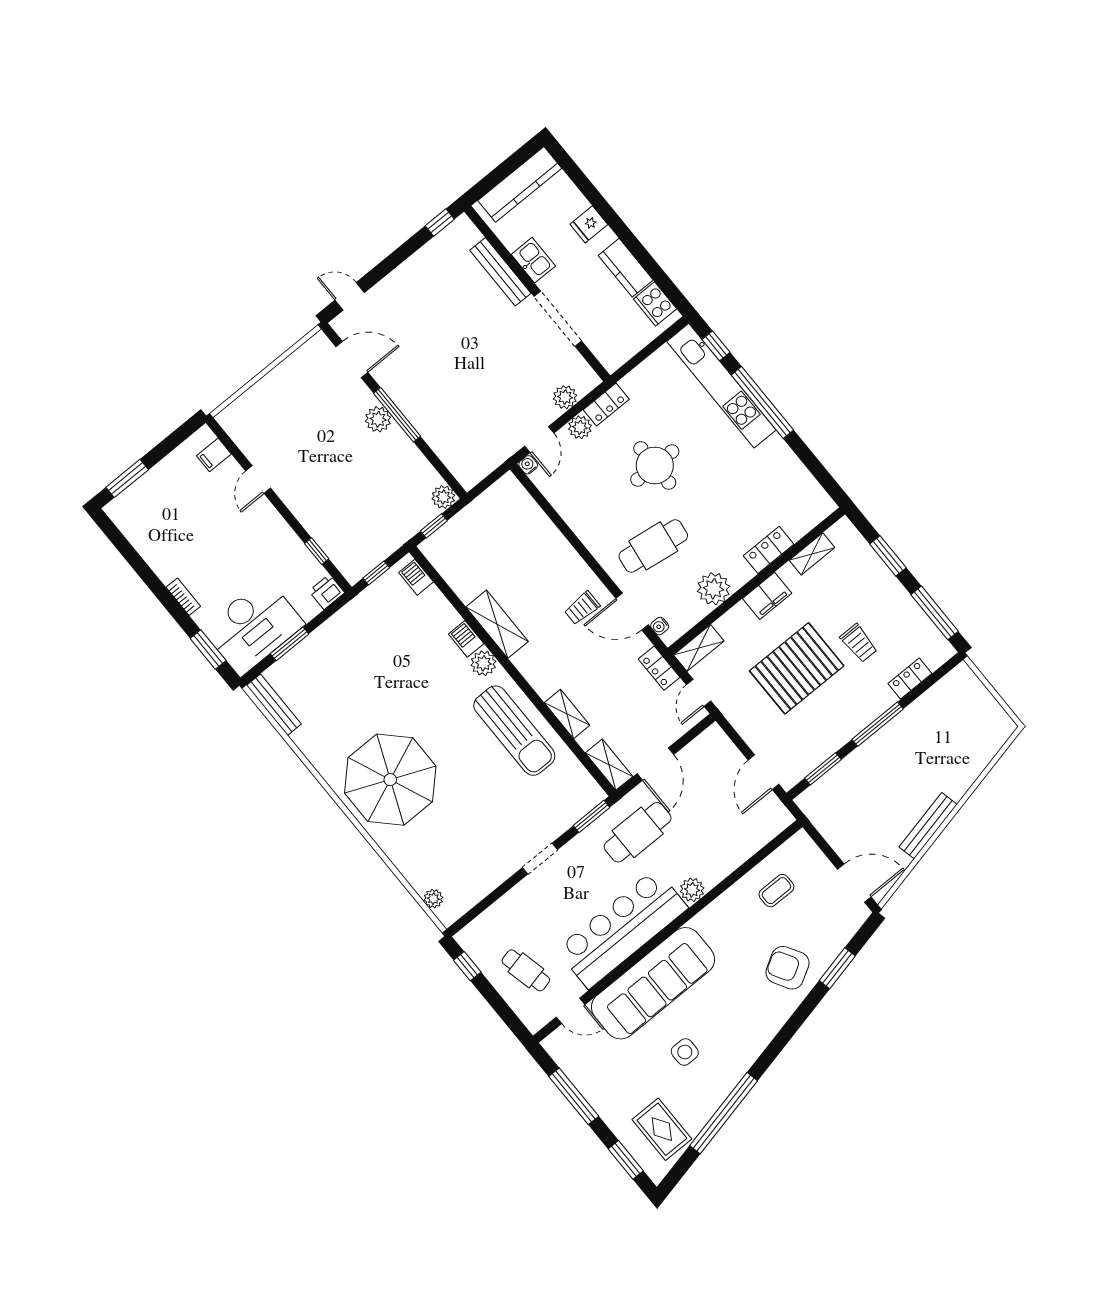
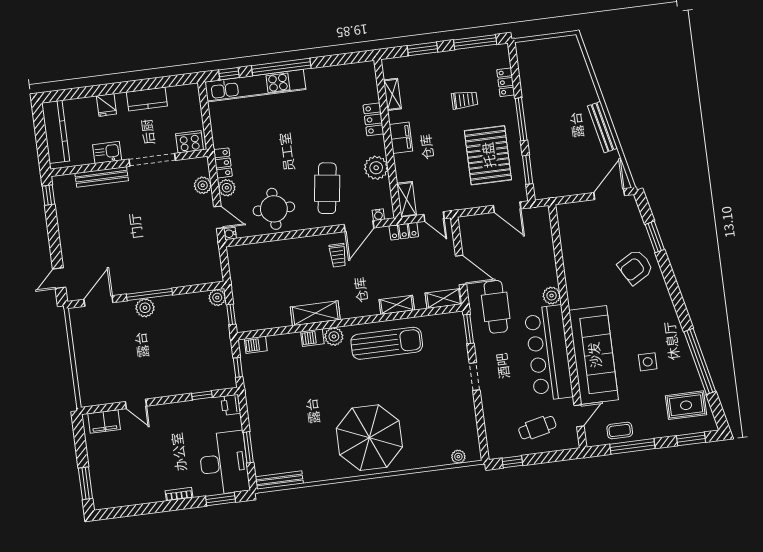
cooker: (655, 304) -> (190, 142), moved, turned 180
filing cabinet: (214, 455) -> (104, 421), width x2.00
round table: (655, 465) -> (274, 209), moved
pallet: (797, 668) -> (488, 155), moved
coffee table: (776, 891) -> (620, 431), moved, turned 90

